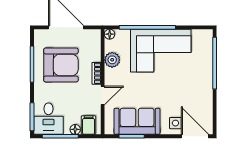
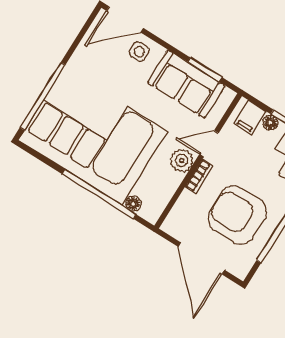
floor lamp: (110, 34) -> (133, 204), moved
corner sofa: (161, 51) -> (93, 136), width x1.36, depth x1.36
plant: (112, 60) -> (182, 161), moved
door: (195, 136) -> (125, 20), hinge flipped

